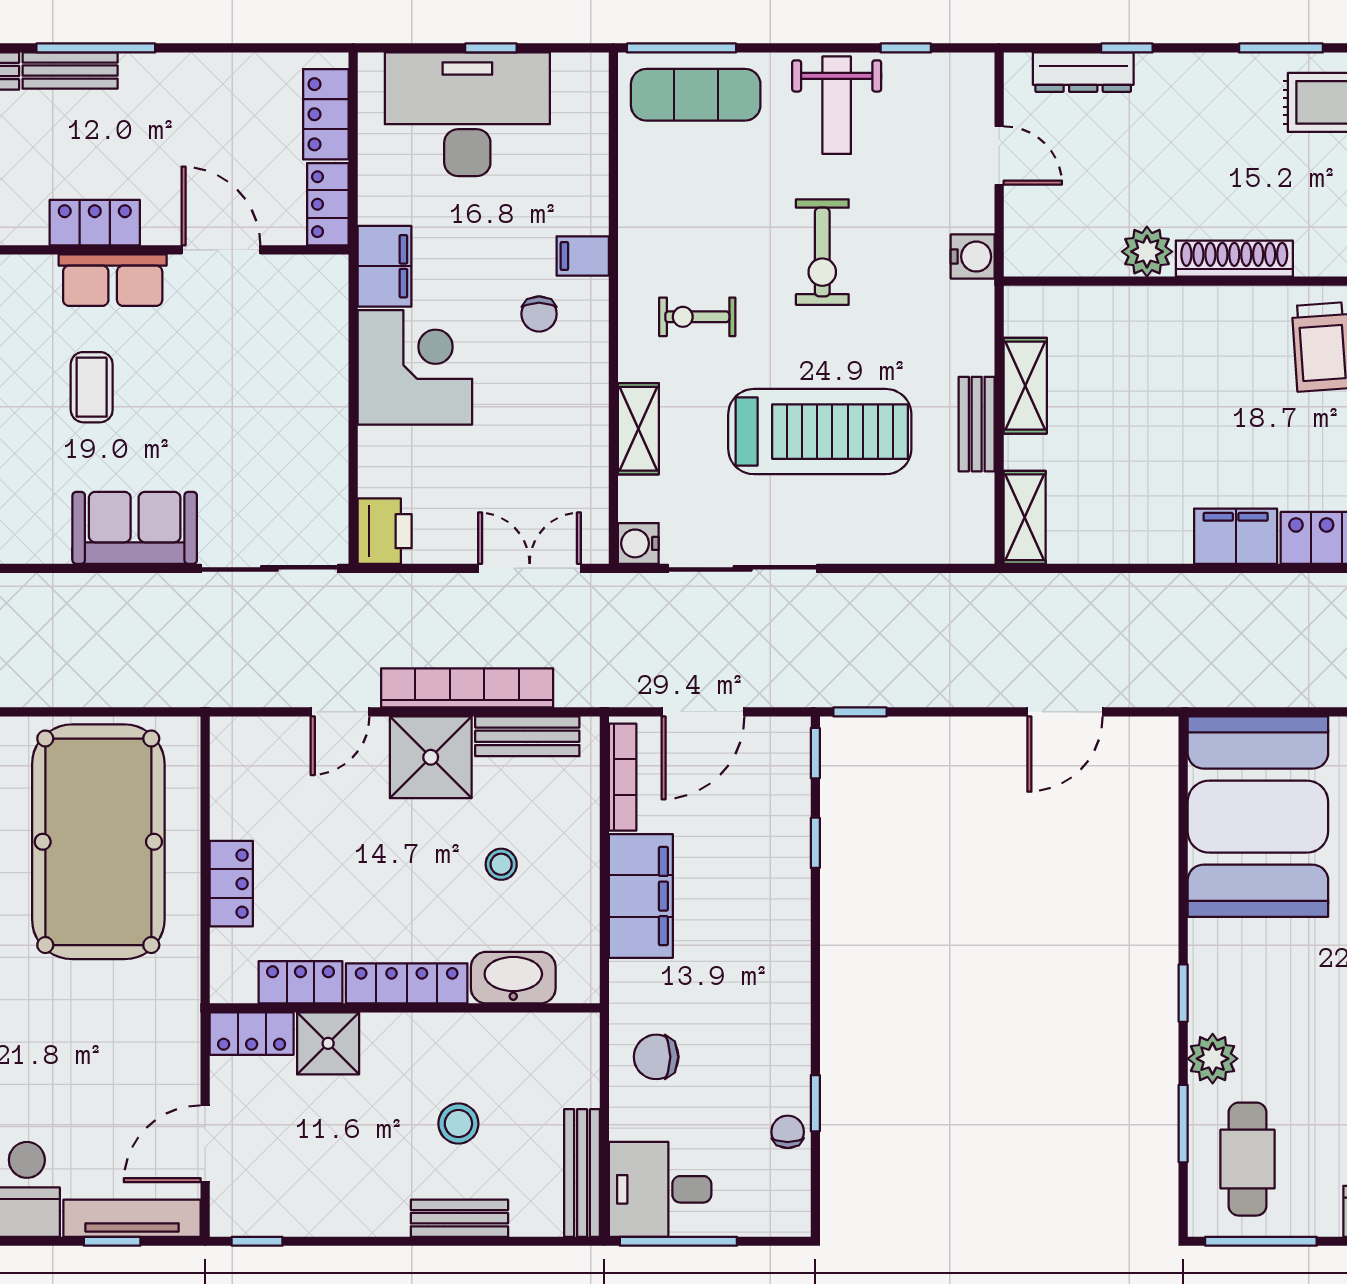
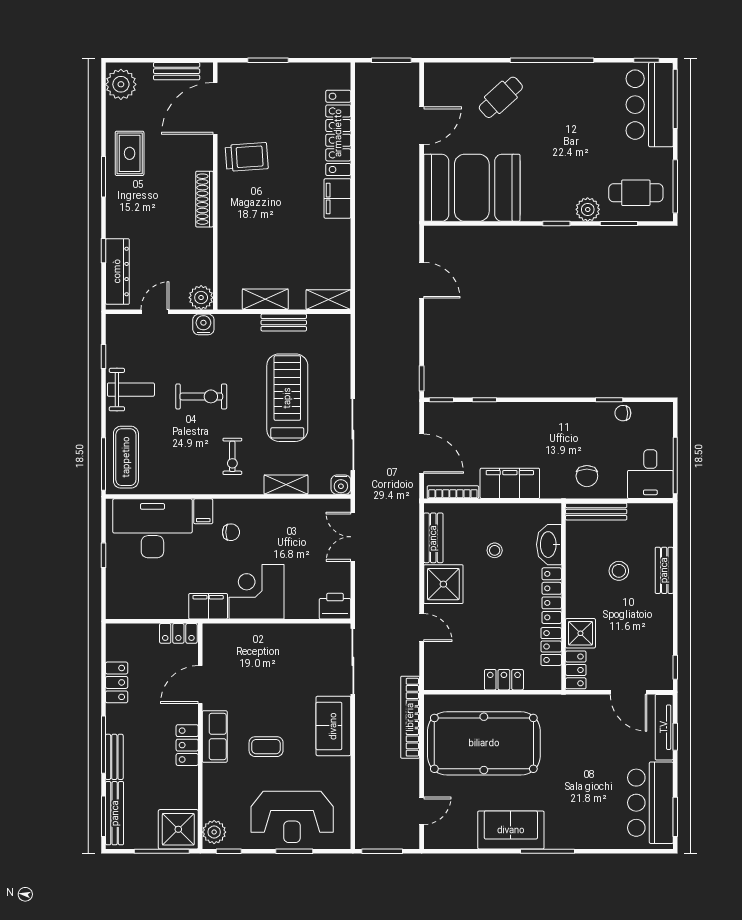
dresser: (1083, 72) -> (117, 271), width x1.37, depth x1.24
locker: (326, 114) -> (117, 682), moved, turned -90
desk: (467, 114) -> (152, 528), moved, turned 90
plant: (1147, 252) -> (201, 298), moved
bookcase: (467, 688) -> (410, 717), moved
bench: (582, 1173) -> (596, 512), moved

